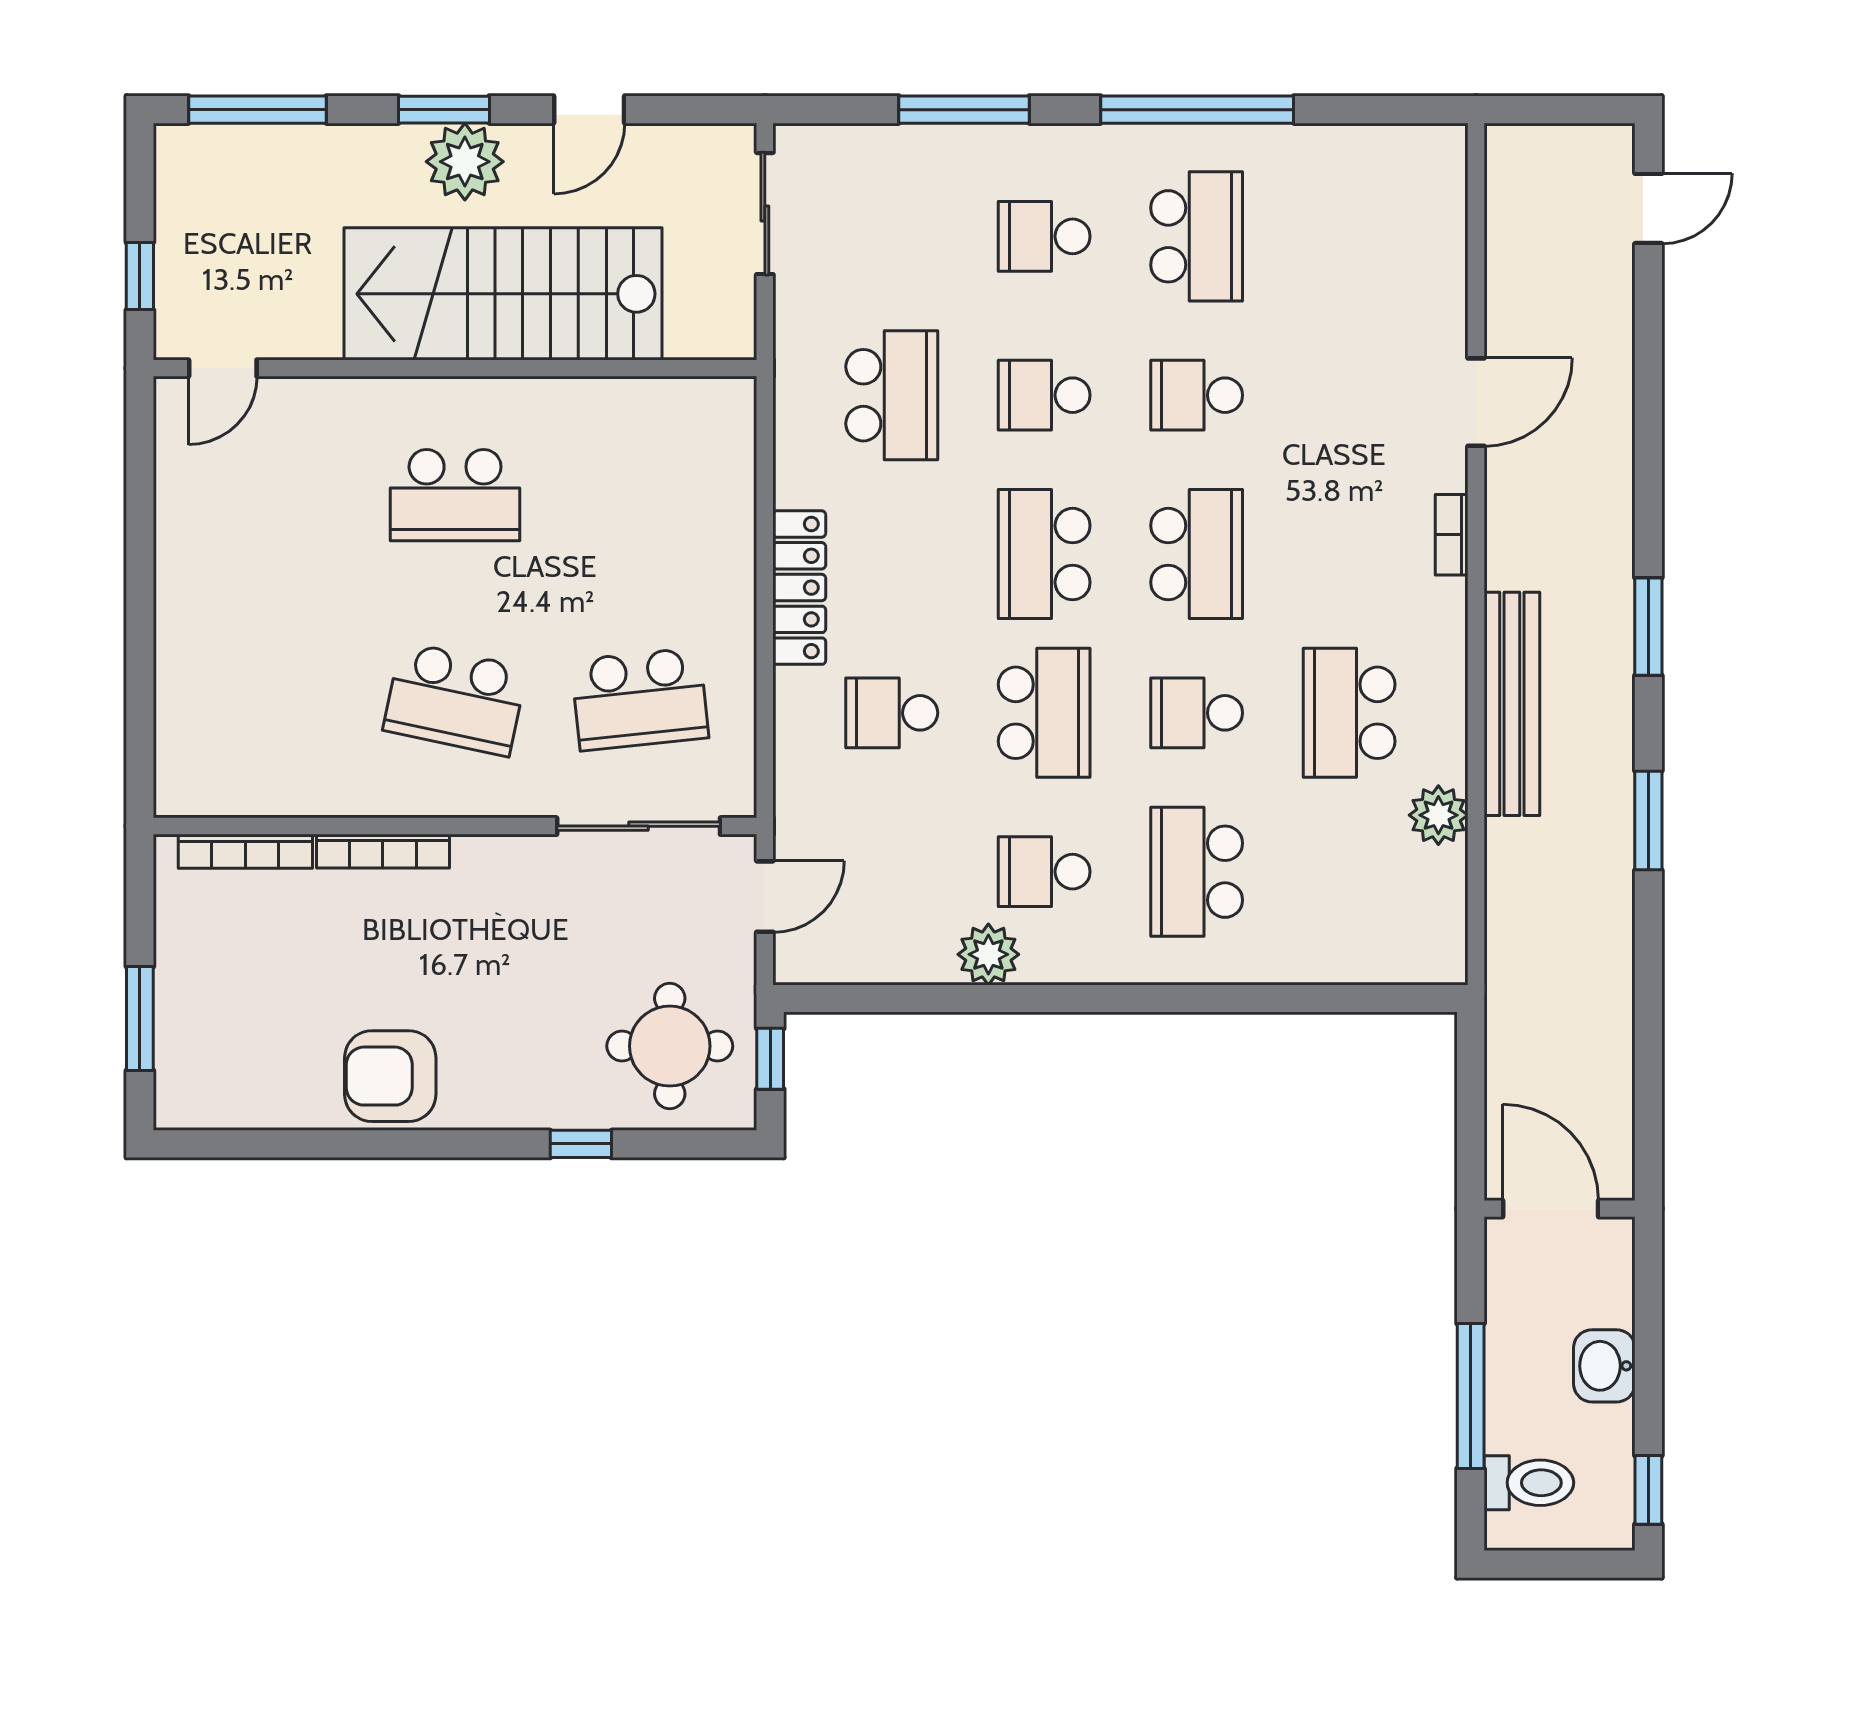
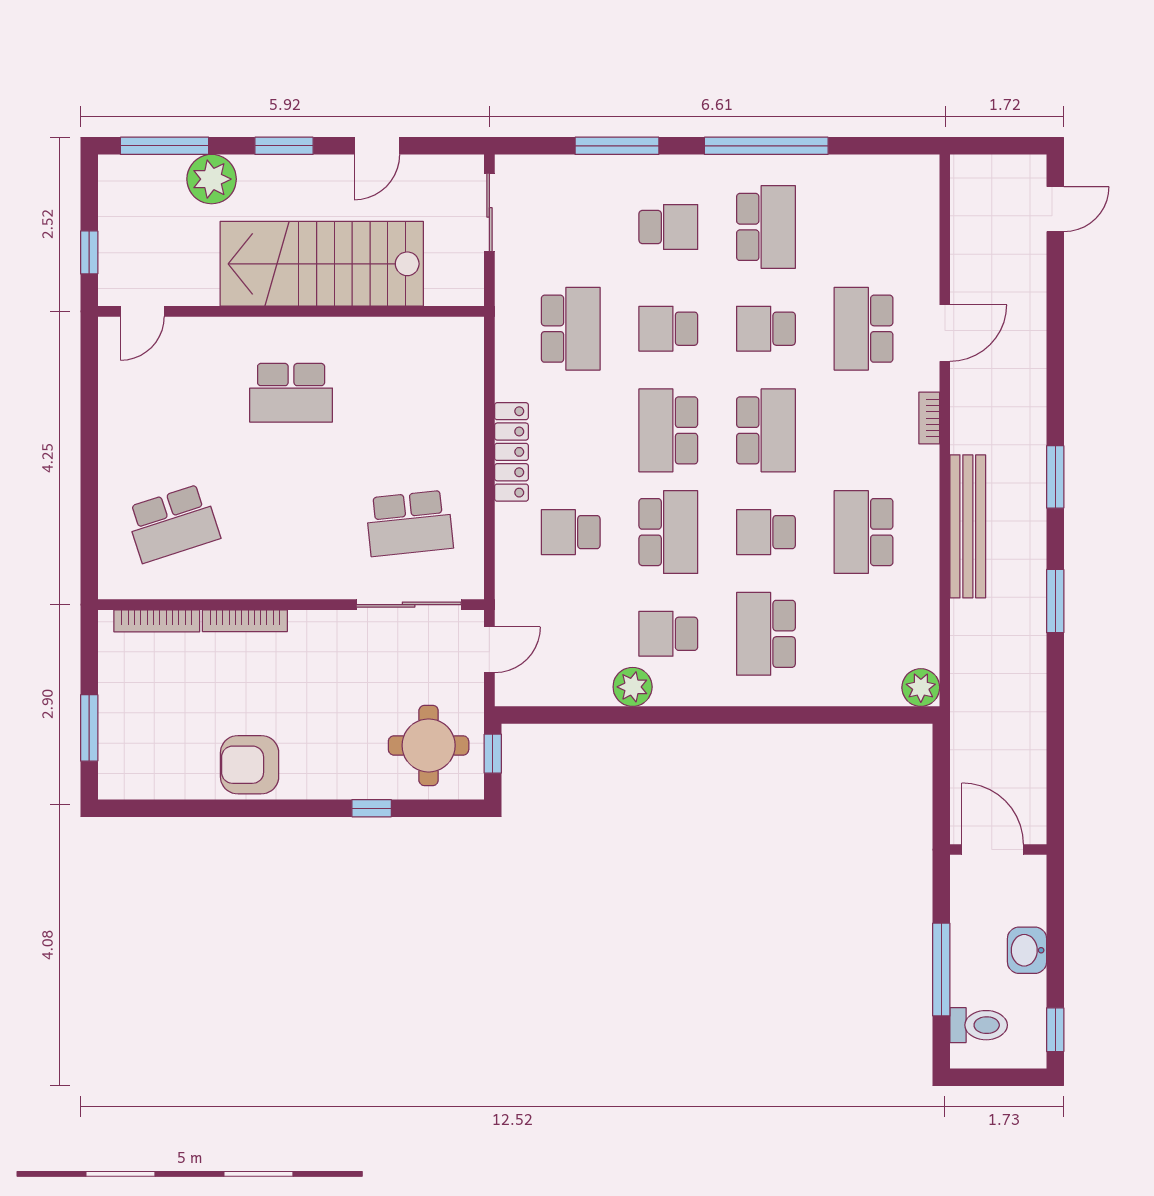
plant: (465, 162) -> (212, 179), moved
school desk: (1044, 236) -> (668, 227), turned 180
school desk: (1349, 395) -> (864, 329), added
school desk: (455, 699) -> (173, 523), moved, turned -30
plant: (1438, 815) -> (921, 688), moved

